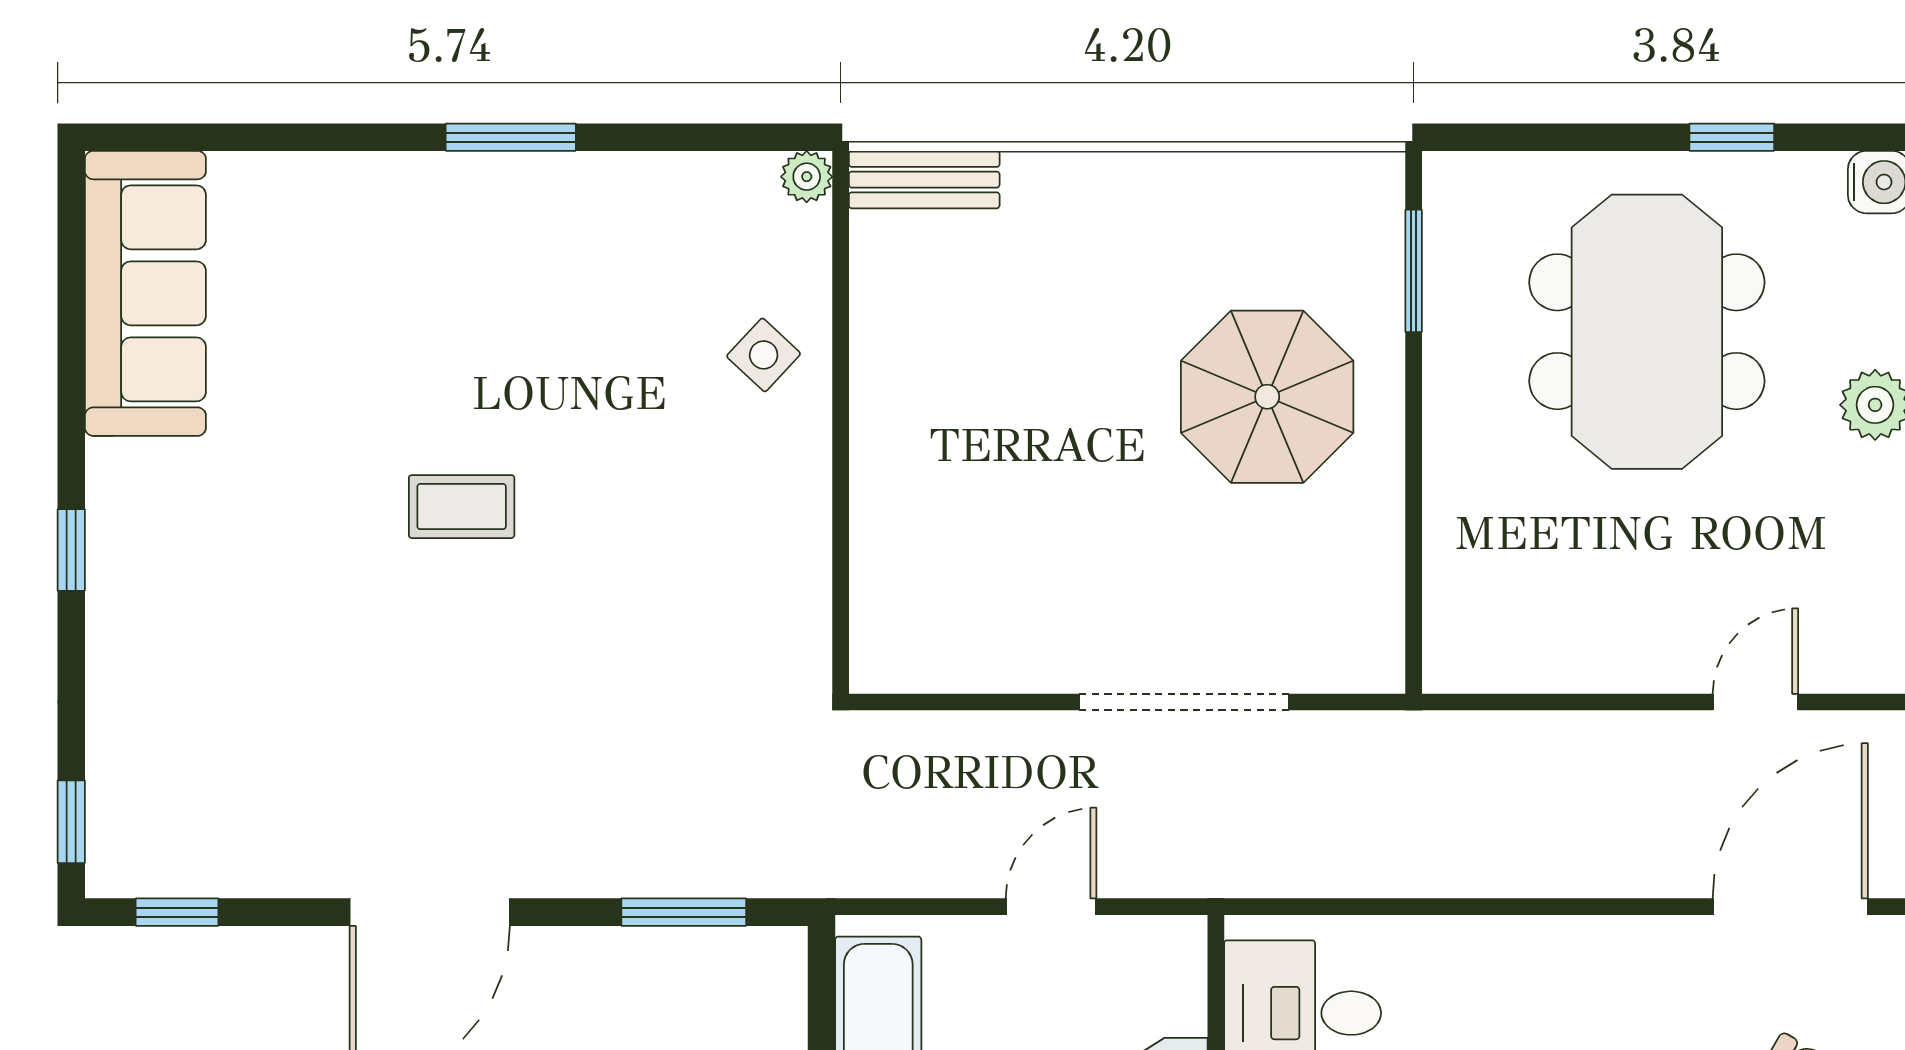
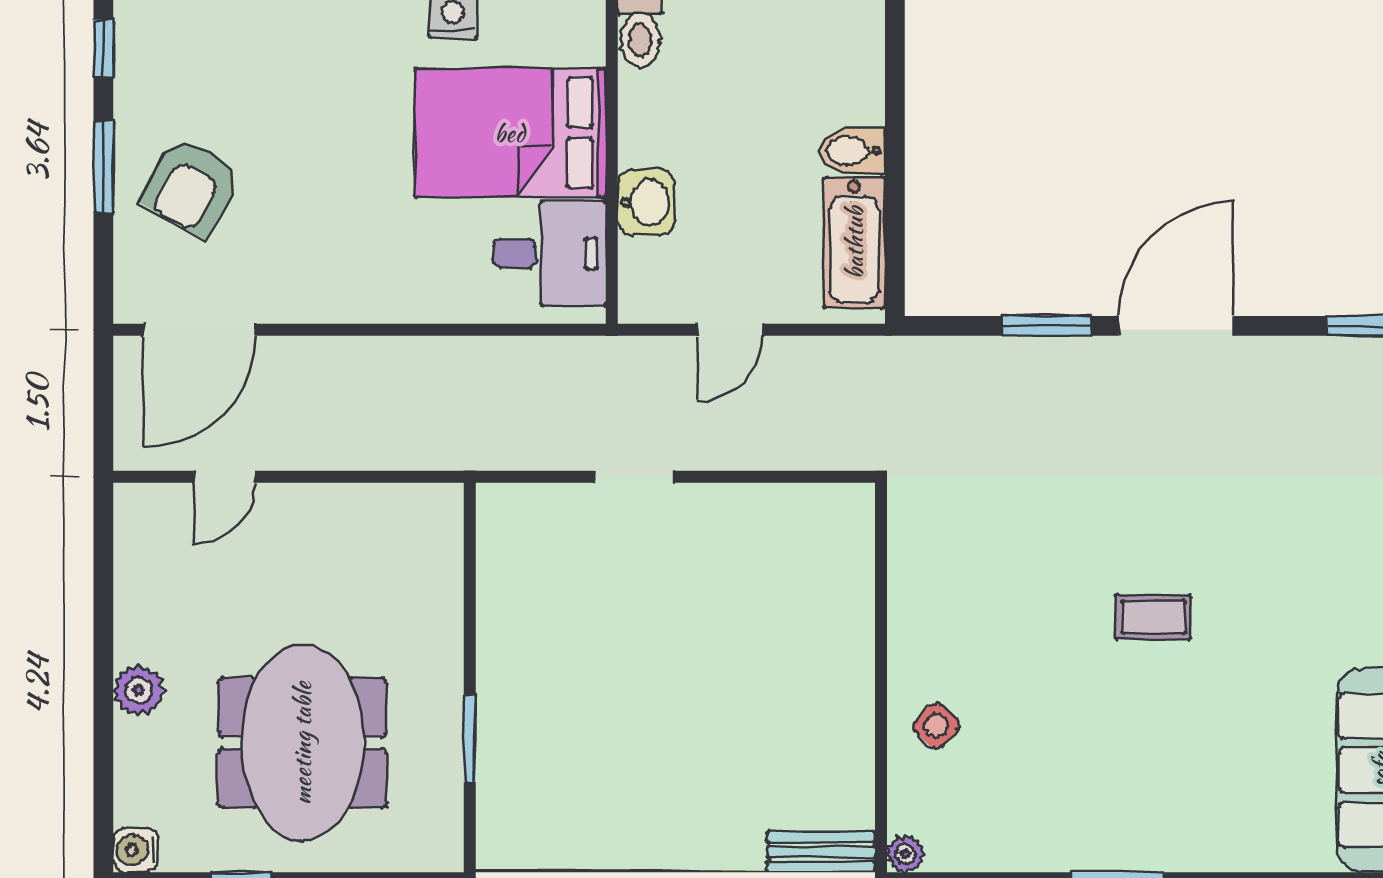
window: (1414, 271) -> (470, 738), moved
parasol: (1267, 397) -> (575, 696), removed
doorway: (1184, 702) -> (634, 477), width x0.53
window: (684, 912) -> (1046, 326), moved

